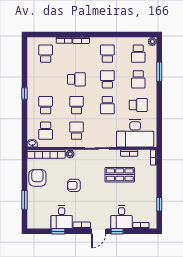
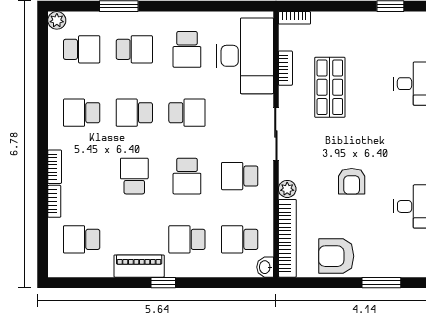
piano: (33, 82) -> (139, 266), added
school desk: (76, 105) -> (187, 176), turned -90
school desk: (138, 105) -> (187, 49), turned 180
school desk: (46, 131) -> (240, 239), turned 180

